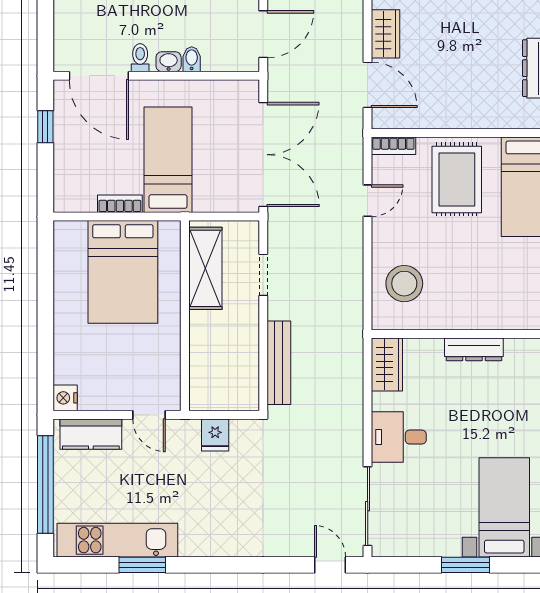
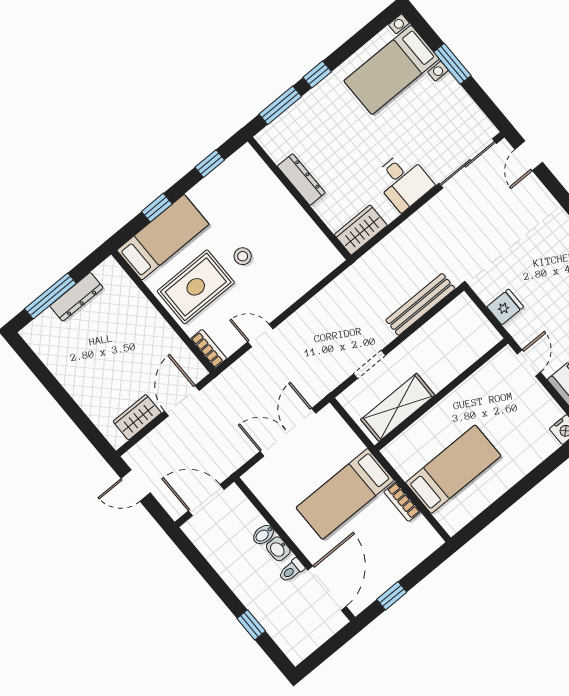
double door: (263, 155) -> (288, 432), width x0.73
bed: (123, 272) -> (453, 469), width x0.67
stool: (404, 284) -> (243, 256), moved, width x0.53, depth x0.53

